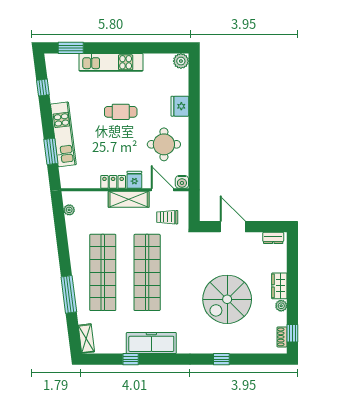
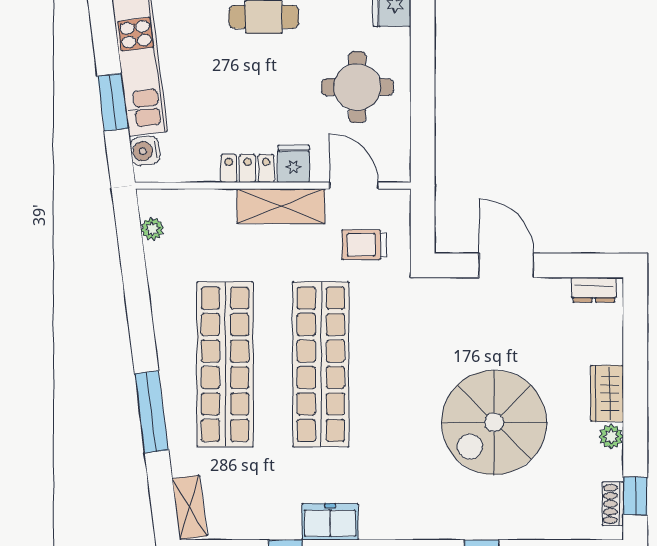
water cooler: (182, 182) -> (145, 151), moved, turned 83
freezer: (151, 343) -> (330, 522), width x0.52, depth x0.79

